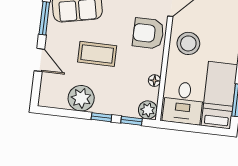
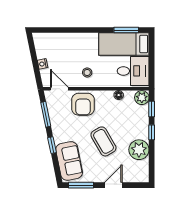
stool: (188, 43) -> (87, 72), width x0.53, depth x0.53
coffee table: (97, 54) -> (103, 141), turned -30

